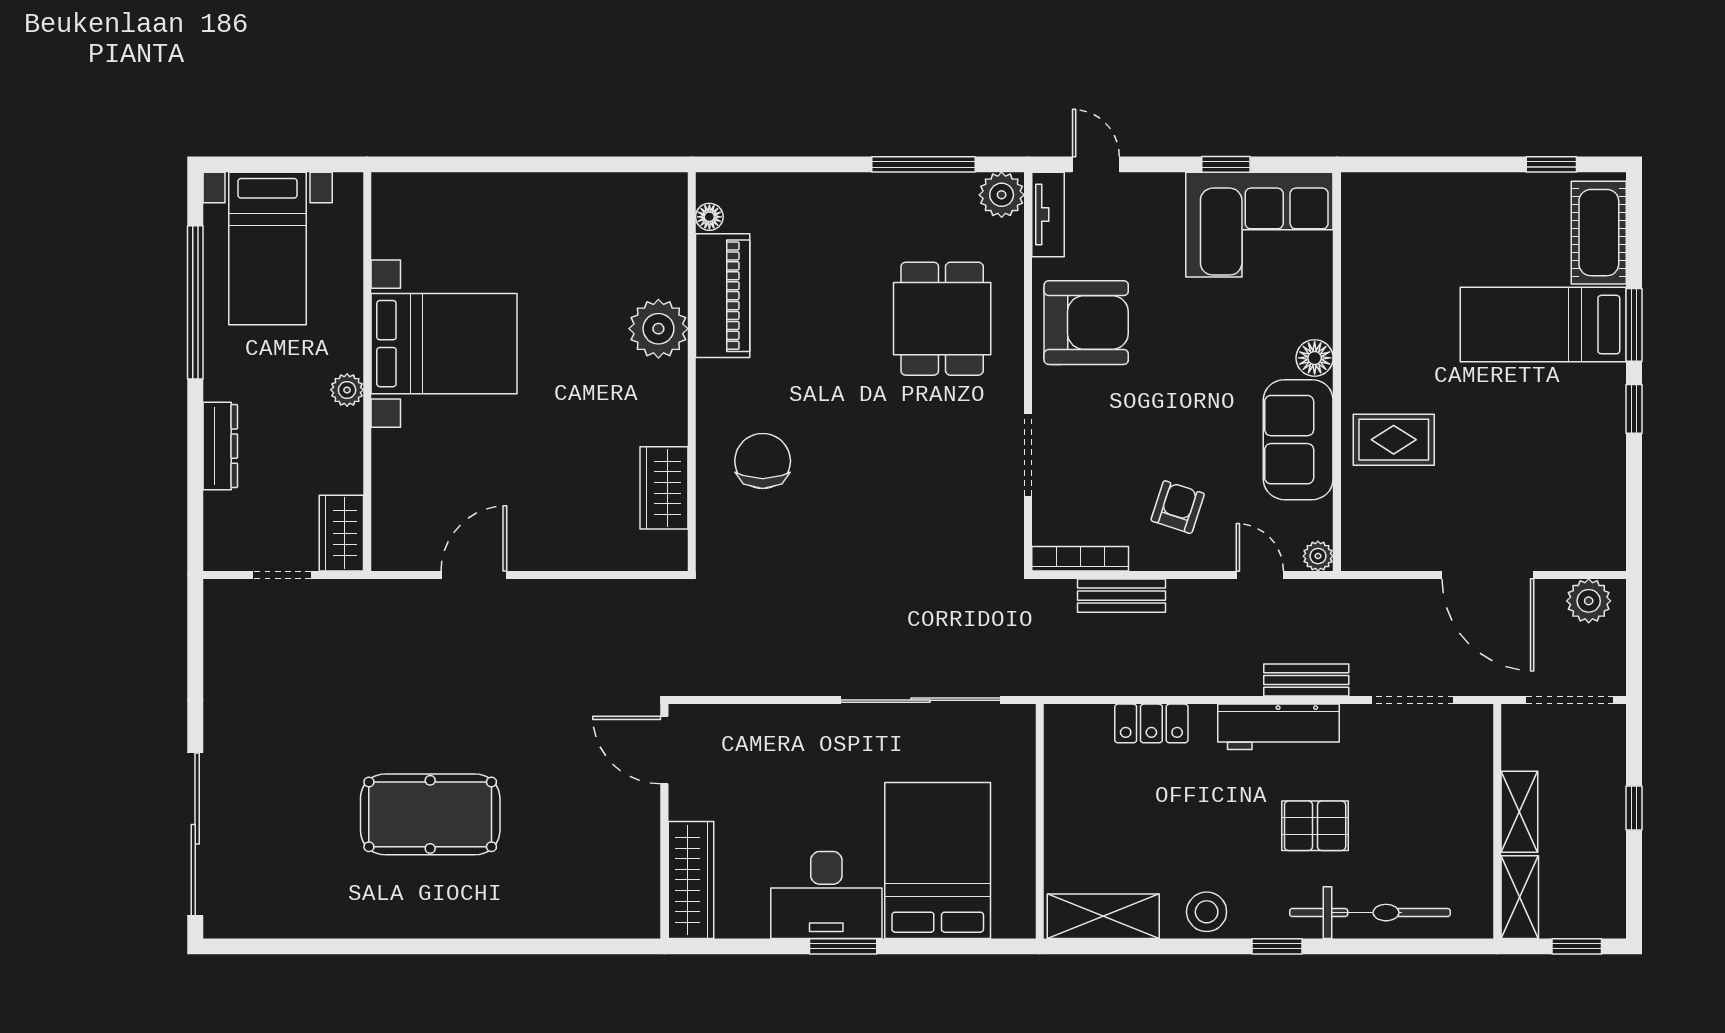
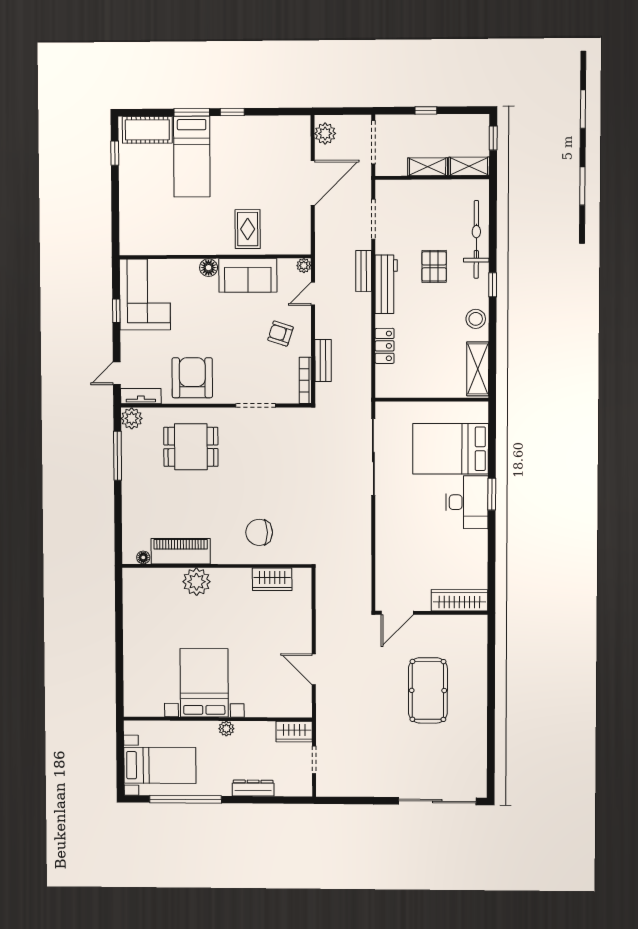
door: (664, 750) -> (397, 613), moved
wall: (664, 821) -> (431, 613), moved
wardrobe: (691, 880) -> (459, 600), moved

